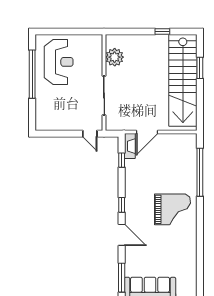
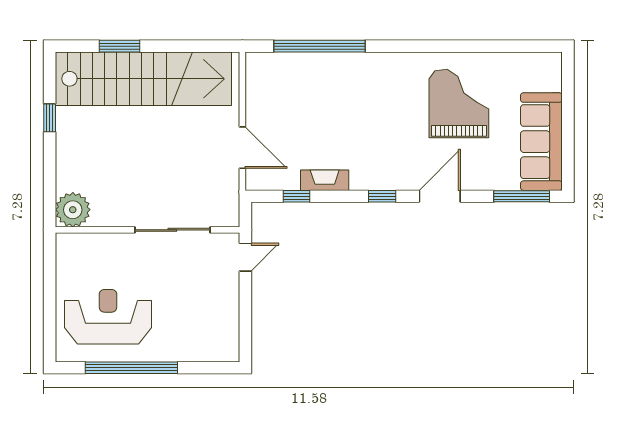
plant: (115, 57) -> (73, 210), moved
fireplace: (130, 146) -> (325, 180), moved
grand piano: (172, 209) -> (459, 104), moved

